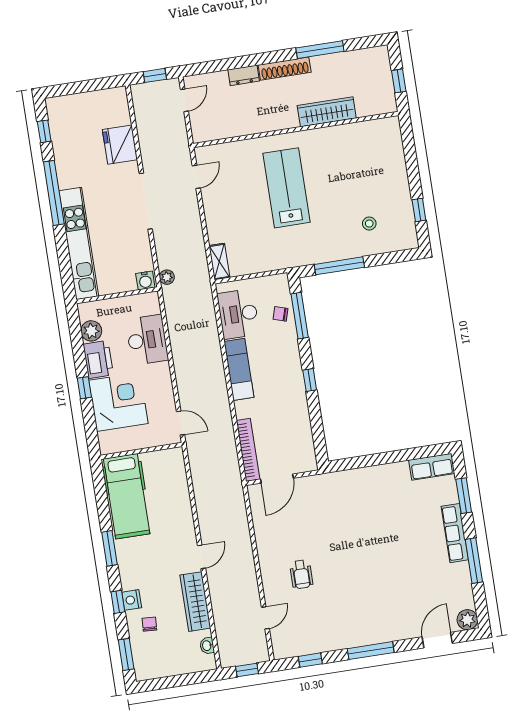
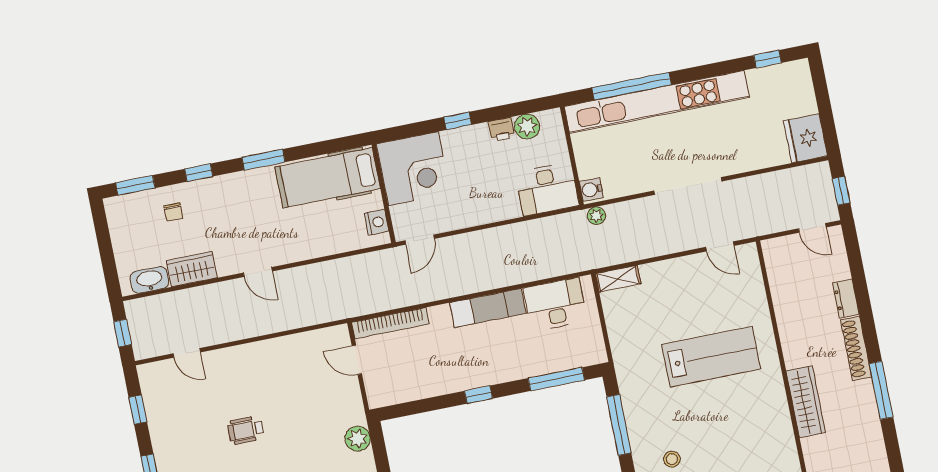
fridge: (120, 145) -> (805, 138), moved, turned -90
window: (54, 193) -> (632, 86), moved
kitchen unit: (79, 243) -> (657, 102), width x1.36
chair: (280, 314) -> (557, 356), removed
desk: (147, 340) -> (547, 189), moved
printer: (98, 359) -> (501, 129), width x0.53, depth x0.68
corner desk: (118, 402) -> (414, 169), moved
door: (277, 479) -> (357, 360), width x0.73
plant: (342, 481) -> (358, 439), added
wheelchair: (301, 574) -> (246, 430), moved
nightstand: (132, 600) -> (377, 222), moved, turned 90
wardrobe: (195, 602) -> (192, 269), width x0.67
chair: (149, 624) -> (173, 212), turned 87
washbasin: (207, 646) -> (149, 280), width x1.91, depth x1.45

